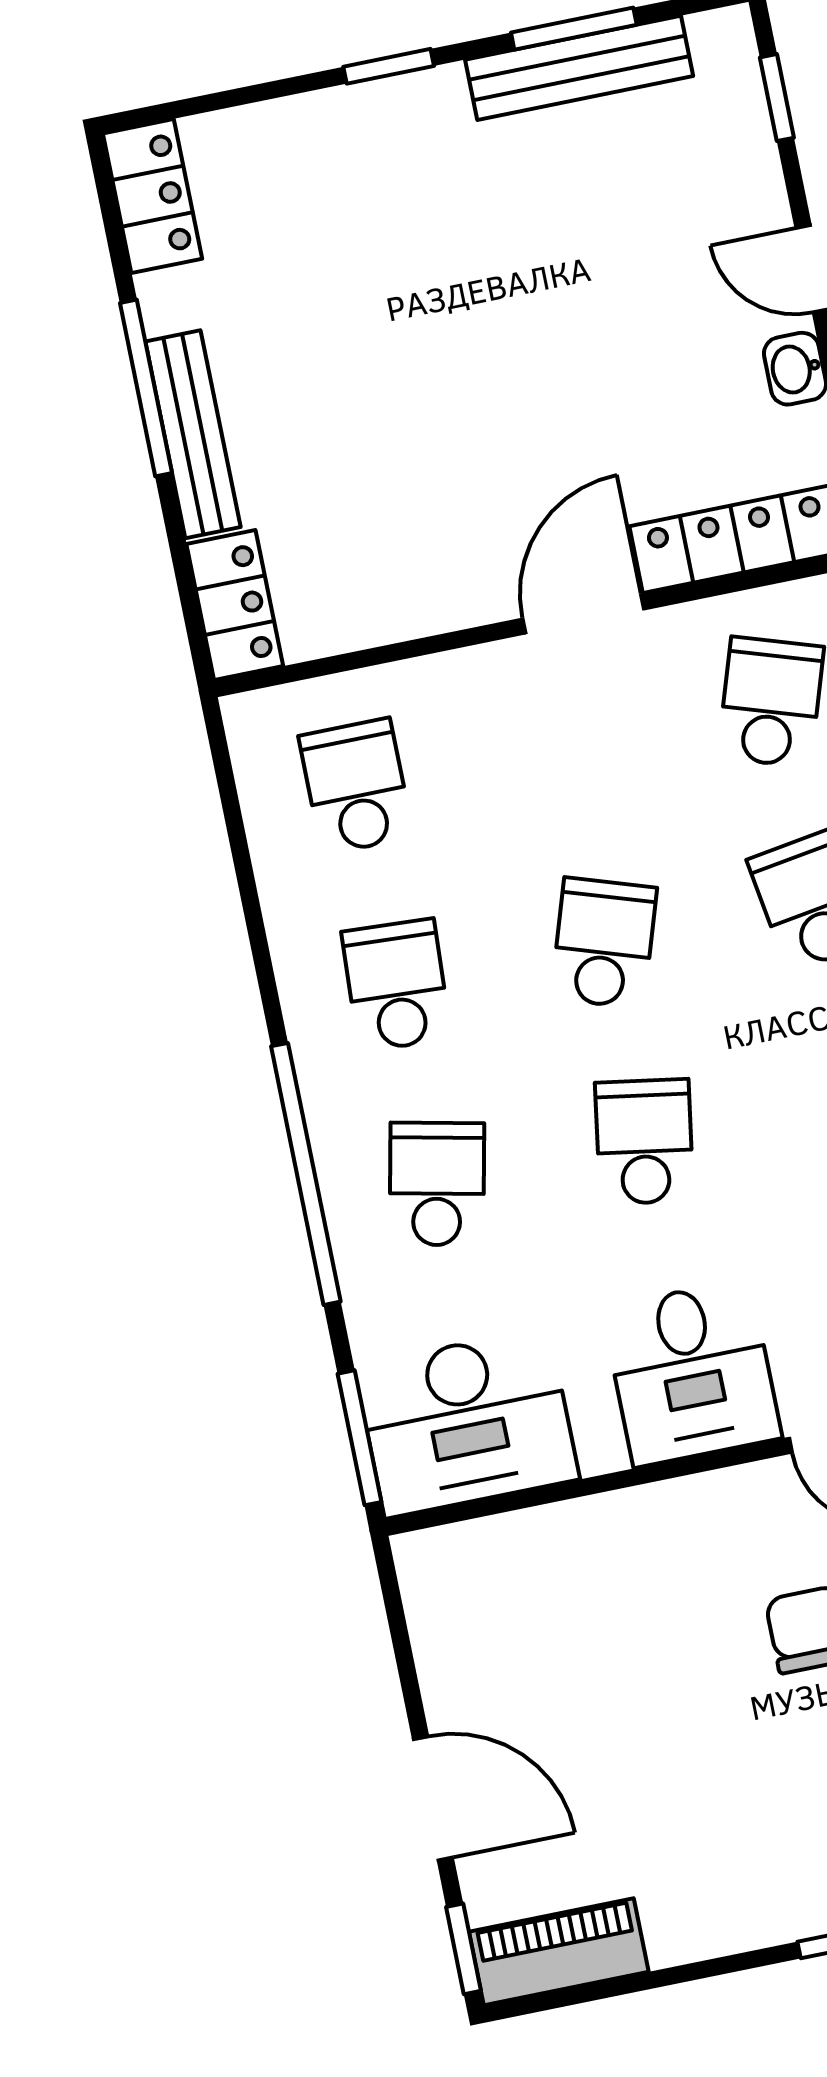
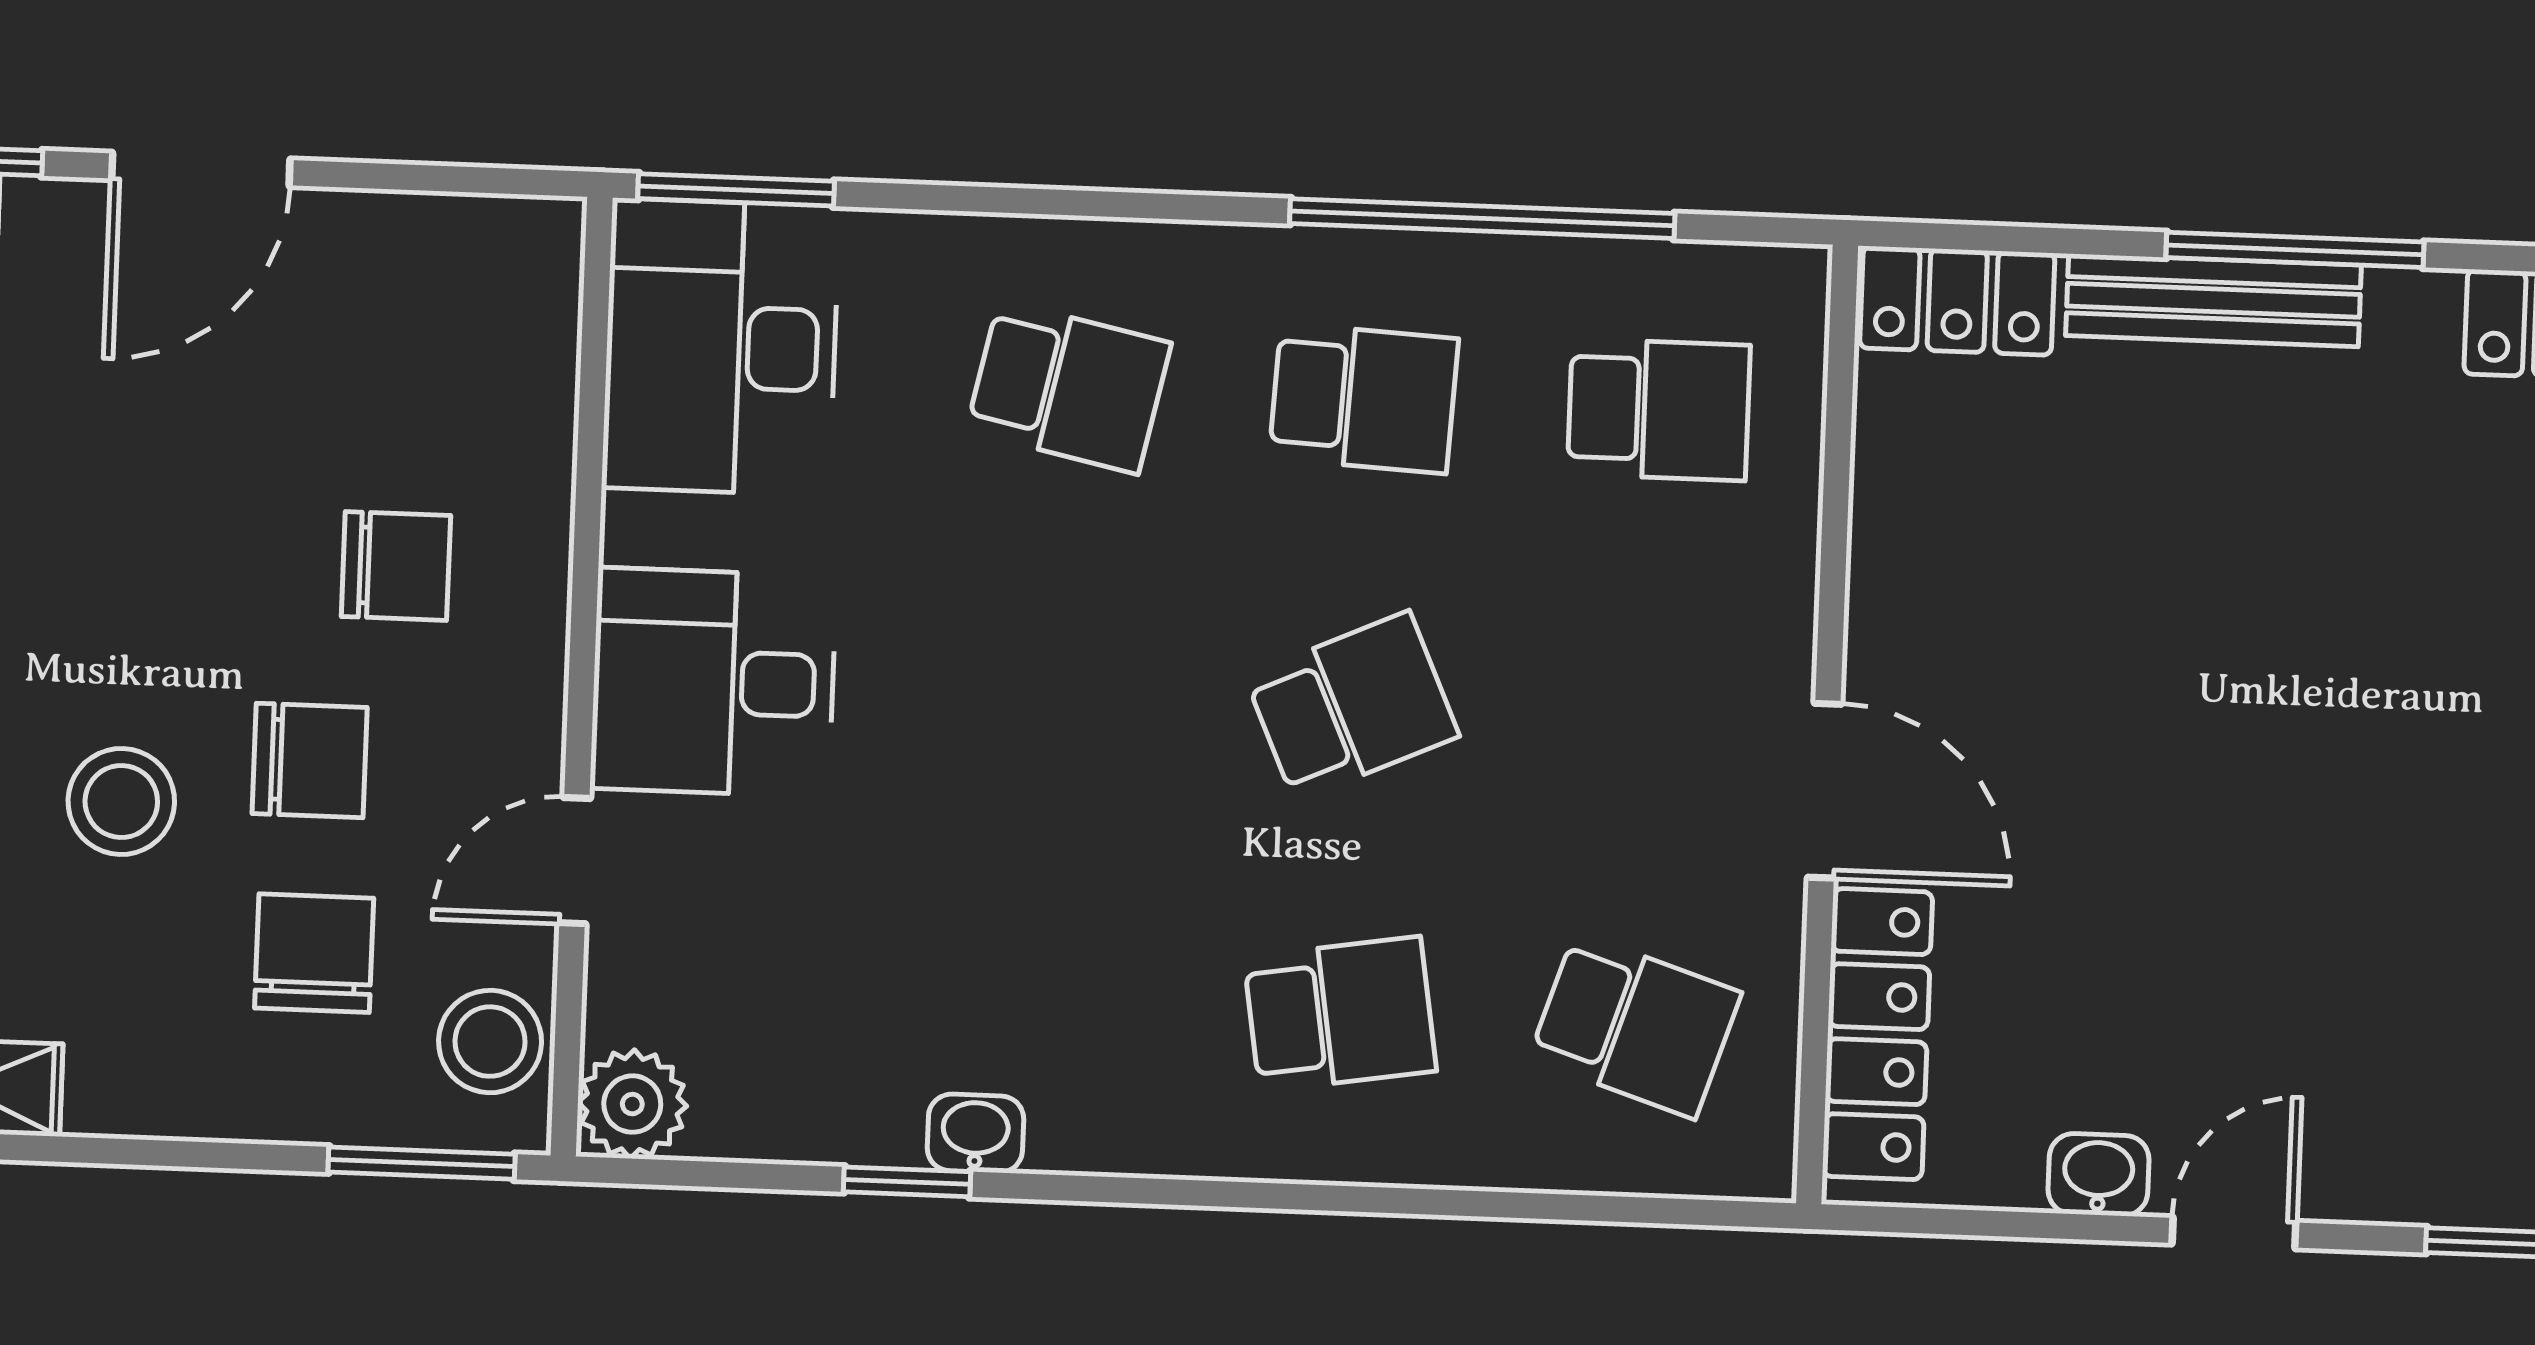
school desk: (604, 943) -> (1352, 706), turned -42
school desk: (644, 1142) -> (1057, 695), removed
window: (306, 1174) -> (1482, 219), moved
chair: (666, 1604) -> (396, 566), added

